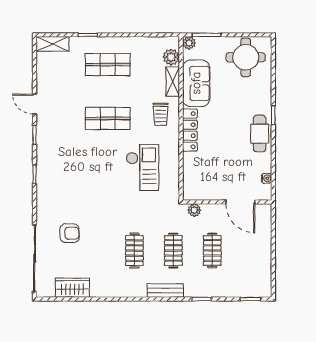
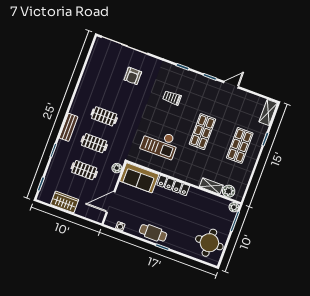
sofa: (196, 83) -> (139, 178), moved
trolley: (161, 114) -> (172, 98), moved
wardrobe: (73, 288) -> (65, 202), moved, turned -90

